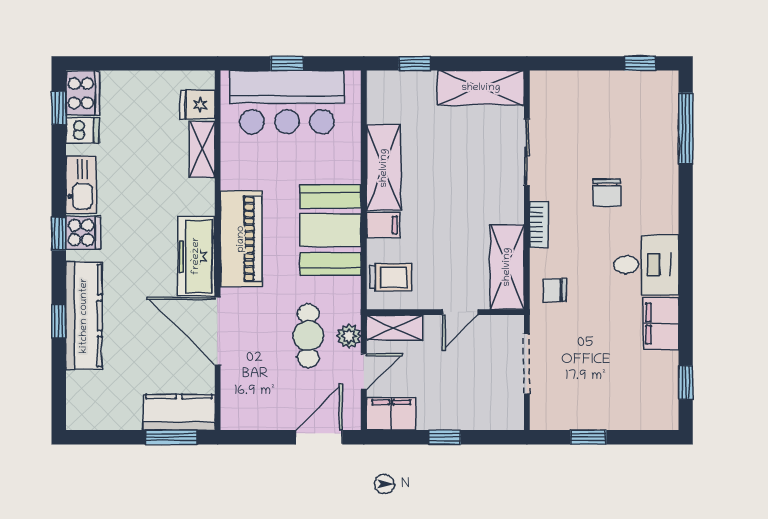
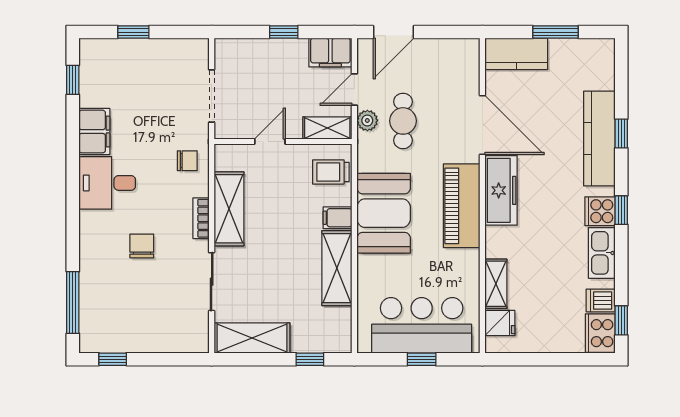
shelving: (507, 267) -> (229, 209), moved
window: (171, 437) -> (556, 32), moved
window: (588, 437) -> (133, 32), moved

